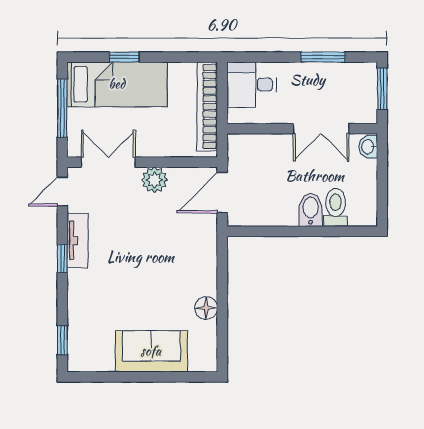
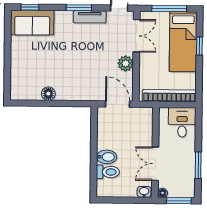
floor lamp: (369, 116) -> (163, 193), added
window: (62, 259) -> (79, 8), width x1.50
sofa: (151, 351) -> (32, 23), moved, turned 90

